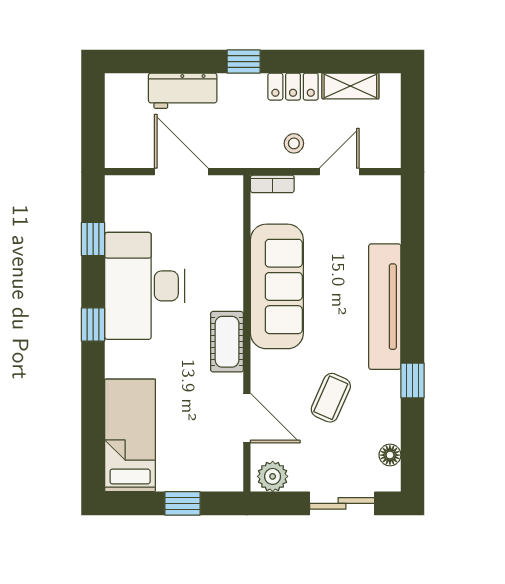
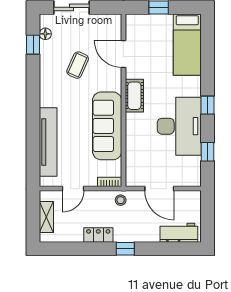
shelving: (350, 86) -> (46, 217), moved, turned 90
workbench: (183, 91) -> (179, 233), moved
stool: (294, 143) -> (121, 200), moved
tv unit: (385, 307) -> (48, 142), moved
window: (412, 380) -> (33, 45), moved
plant: (273, 476) -> (109, 22), removed

